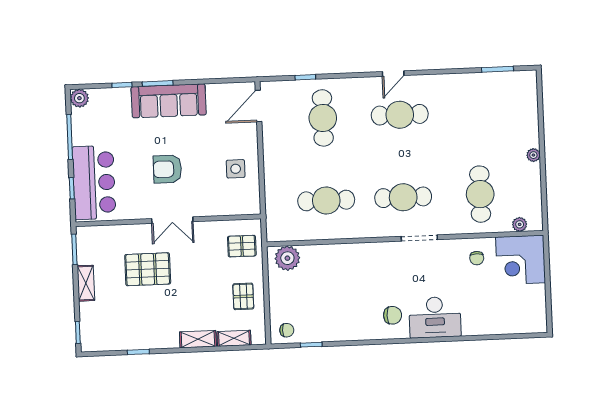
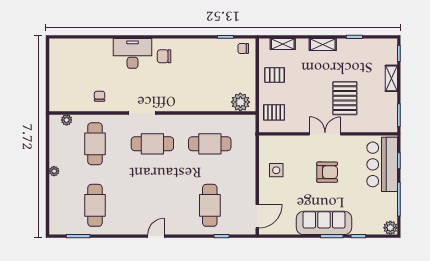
cafe table: (400, 115) -> (95, 205), moved, turned 90
corner desk: (521, 260) -> (67, 94), removed
pallet: (148, 269) -> (345, 98), turned 90
shelving: (86, 283) -> (391, 78), moved
pallet: (243, 296) -> (275, 75), turned 90
shelving: (198, 339) -> (323, 45), moved

